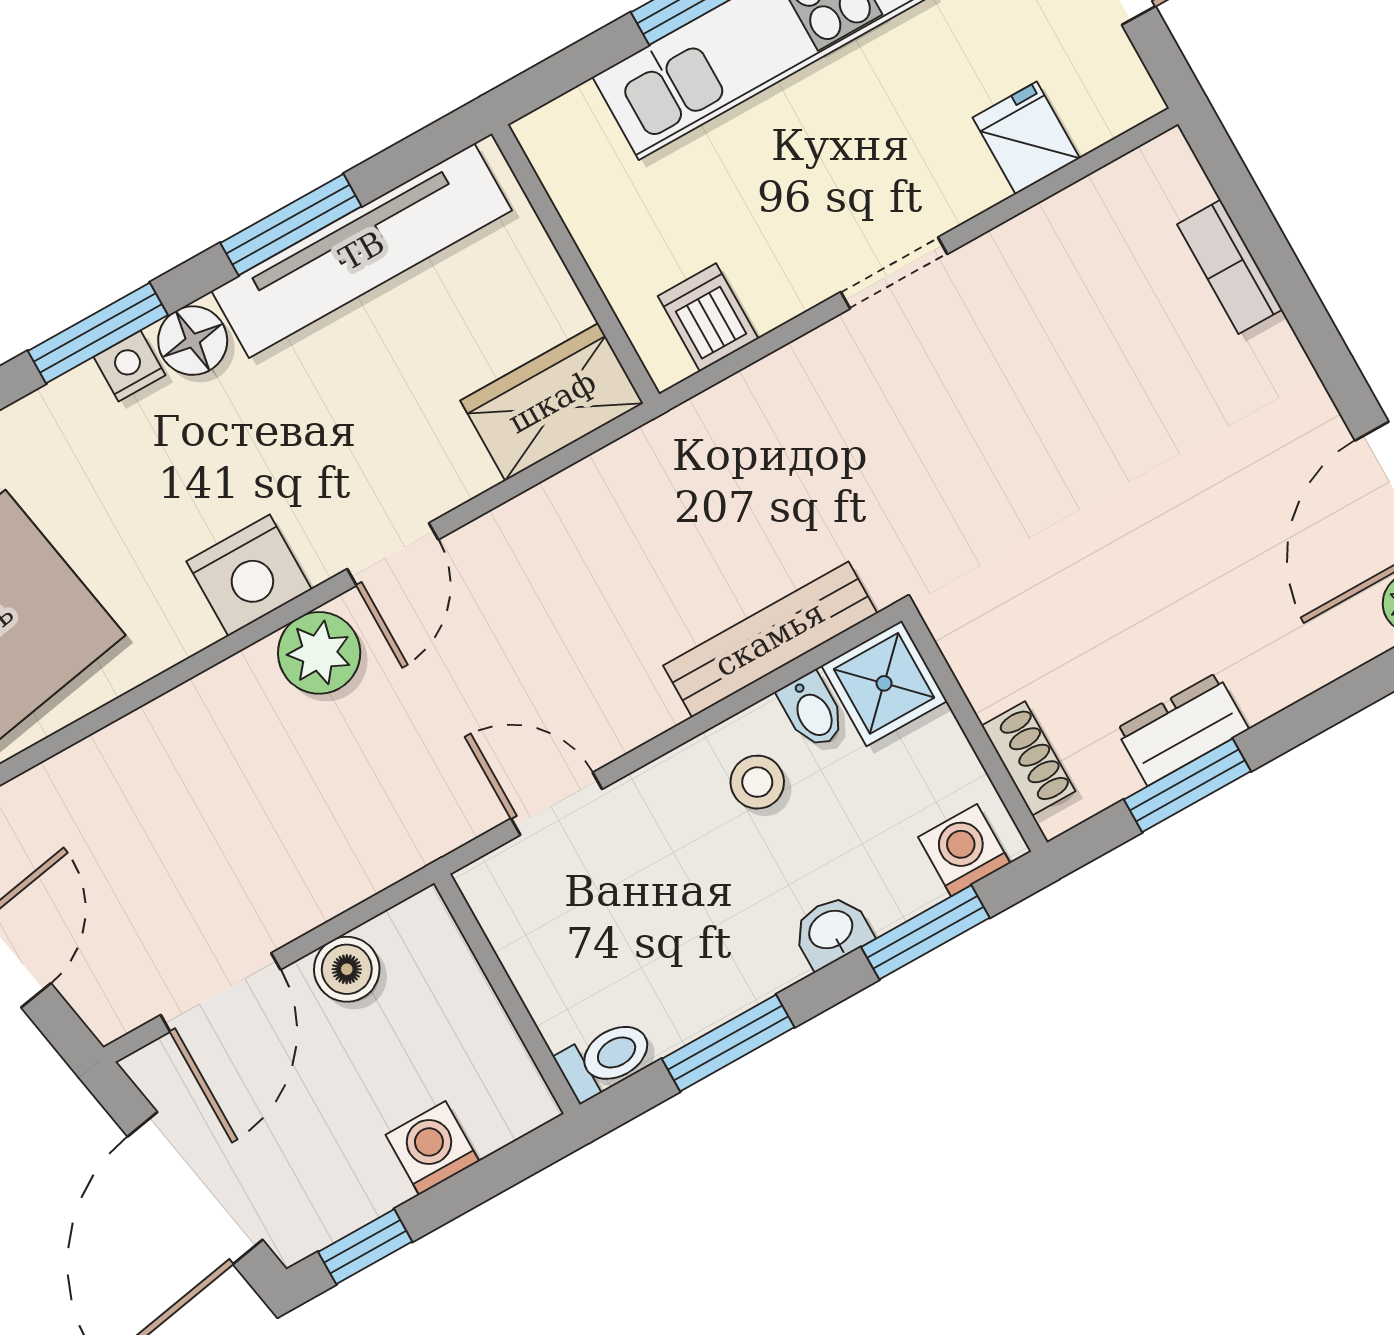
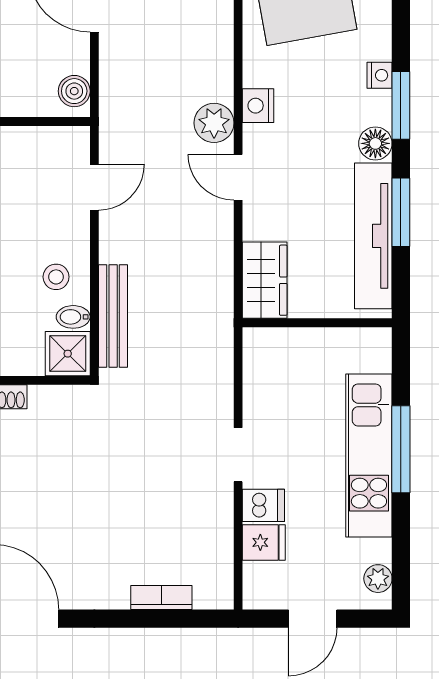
dishwasher: (708, 317) -> (263, 505), moved
nightstand: (130, 366) -> (380, 75), moved
nightstand: (249, 575) -> (258, 106), width x0.74, depth x0.75
boiler: (347, 969) -> (74, 91), moved

